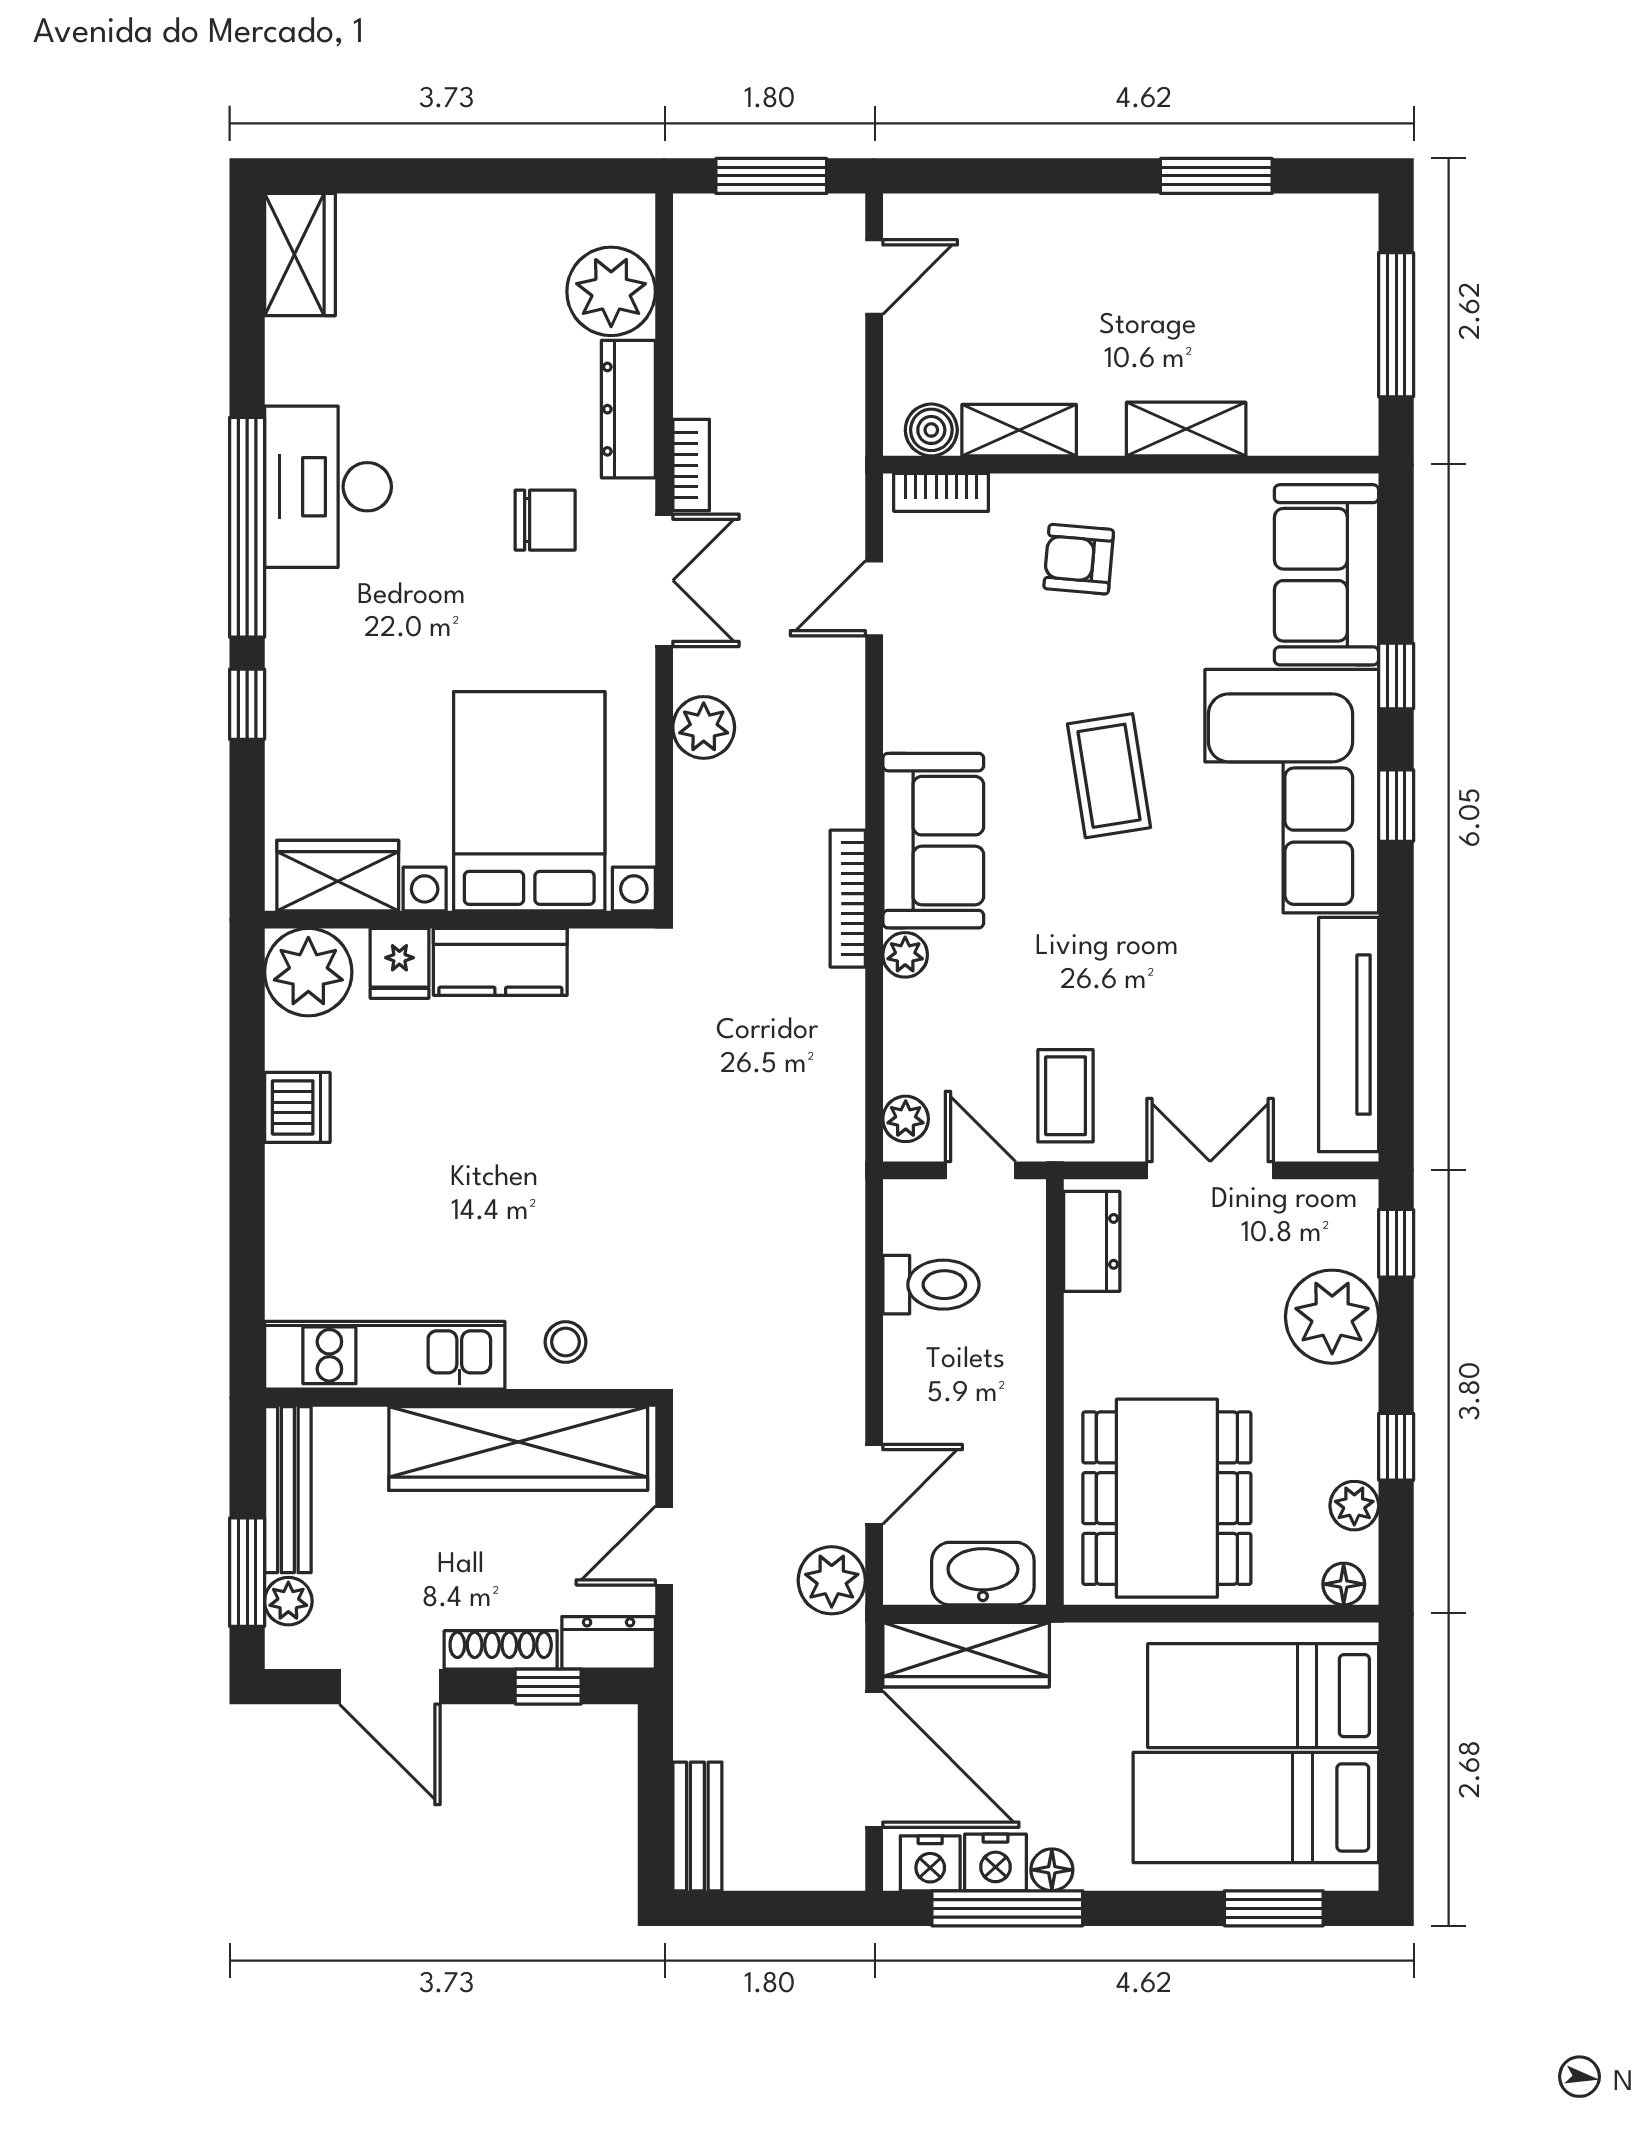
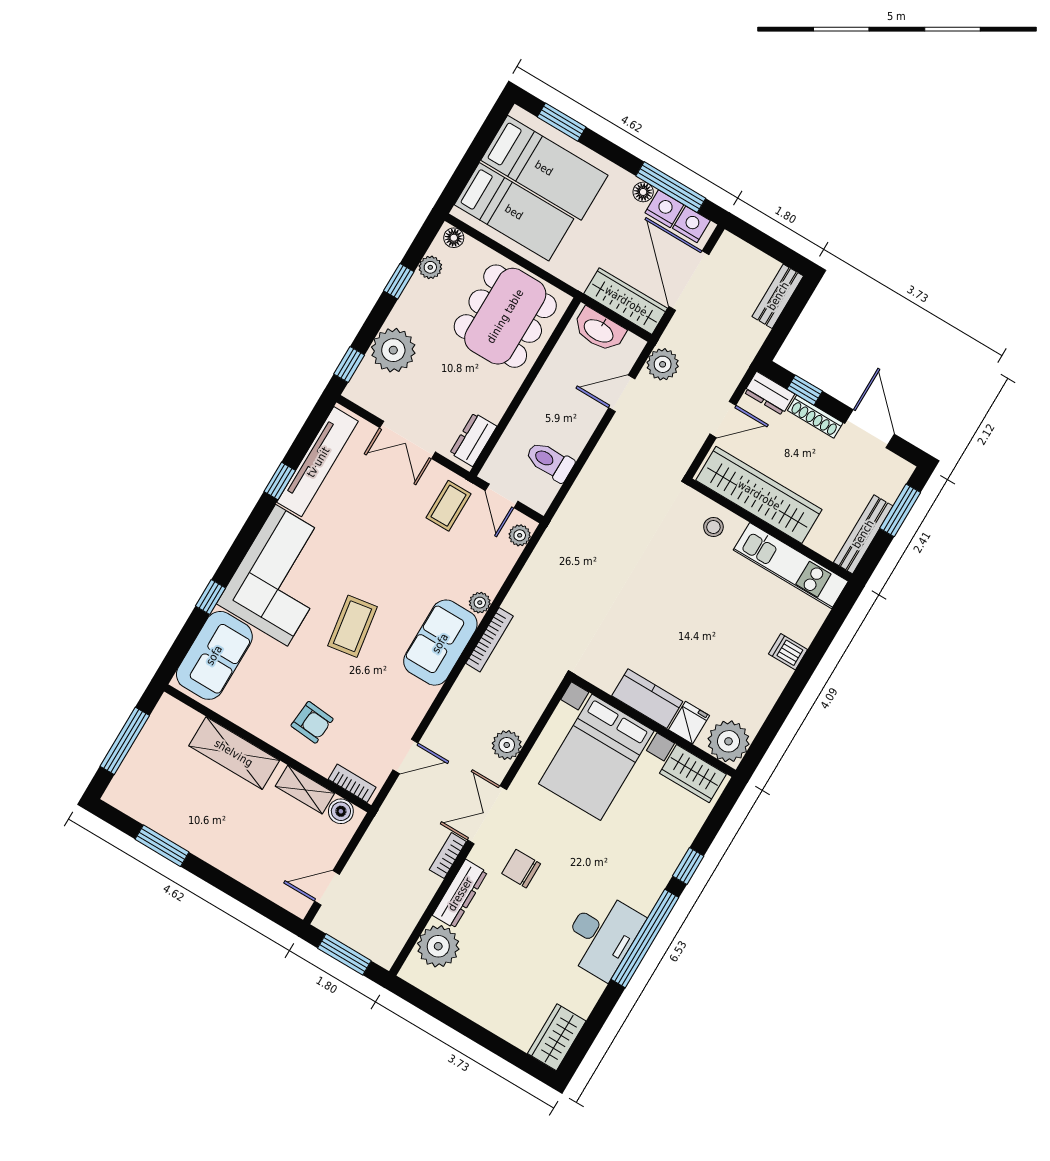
shelving: (1186, 429) -> (234, 753), width x1.50, depth x1.33
window: (1396, 806) -> (280, 481), moved
dishwasher: (297, 1107) -> (788, 652), moved, width x0.73
plant: (288, 1601) -> (890, 489), removed

